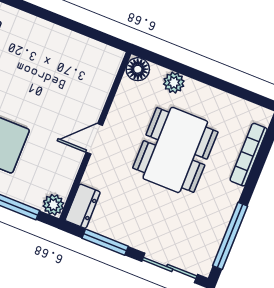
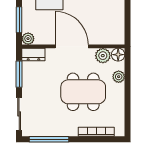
plant: (129, 95) -> (103, 56), added
door: (94, 139) -> (72, 46), width x1.87

